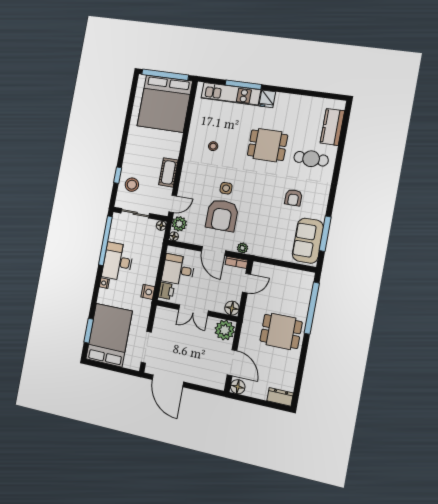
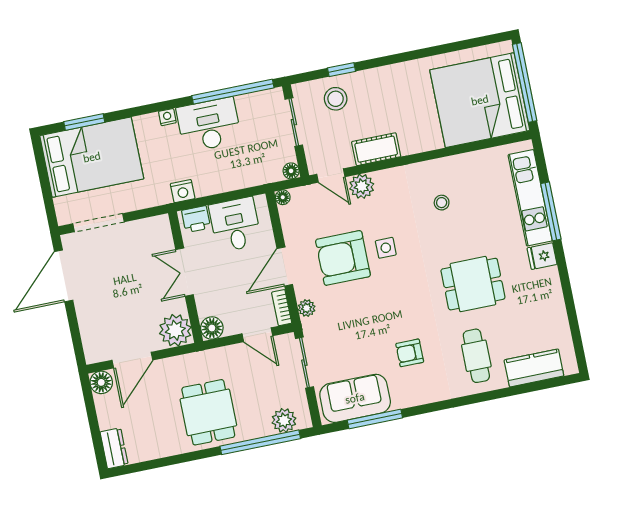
dining table: (267, 145) -> (473, 284), turned 90
plant: (179, 224) -> (362, 186), moved
sliding door: (274, 262) -> (304, 363), added
plant: (304, 288) -> (284, 420), added

